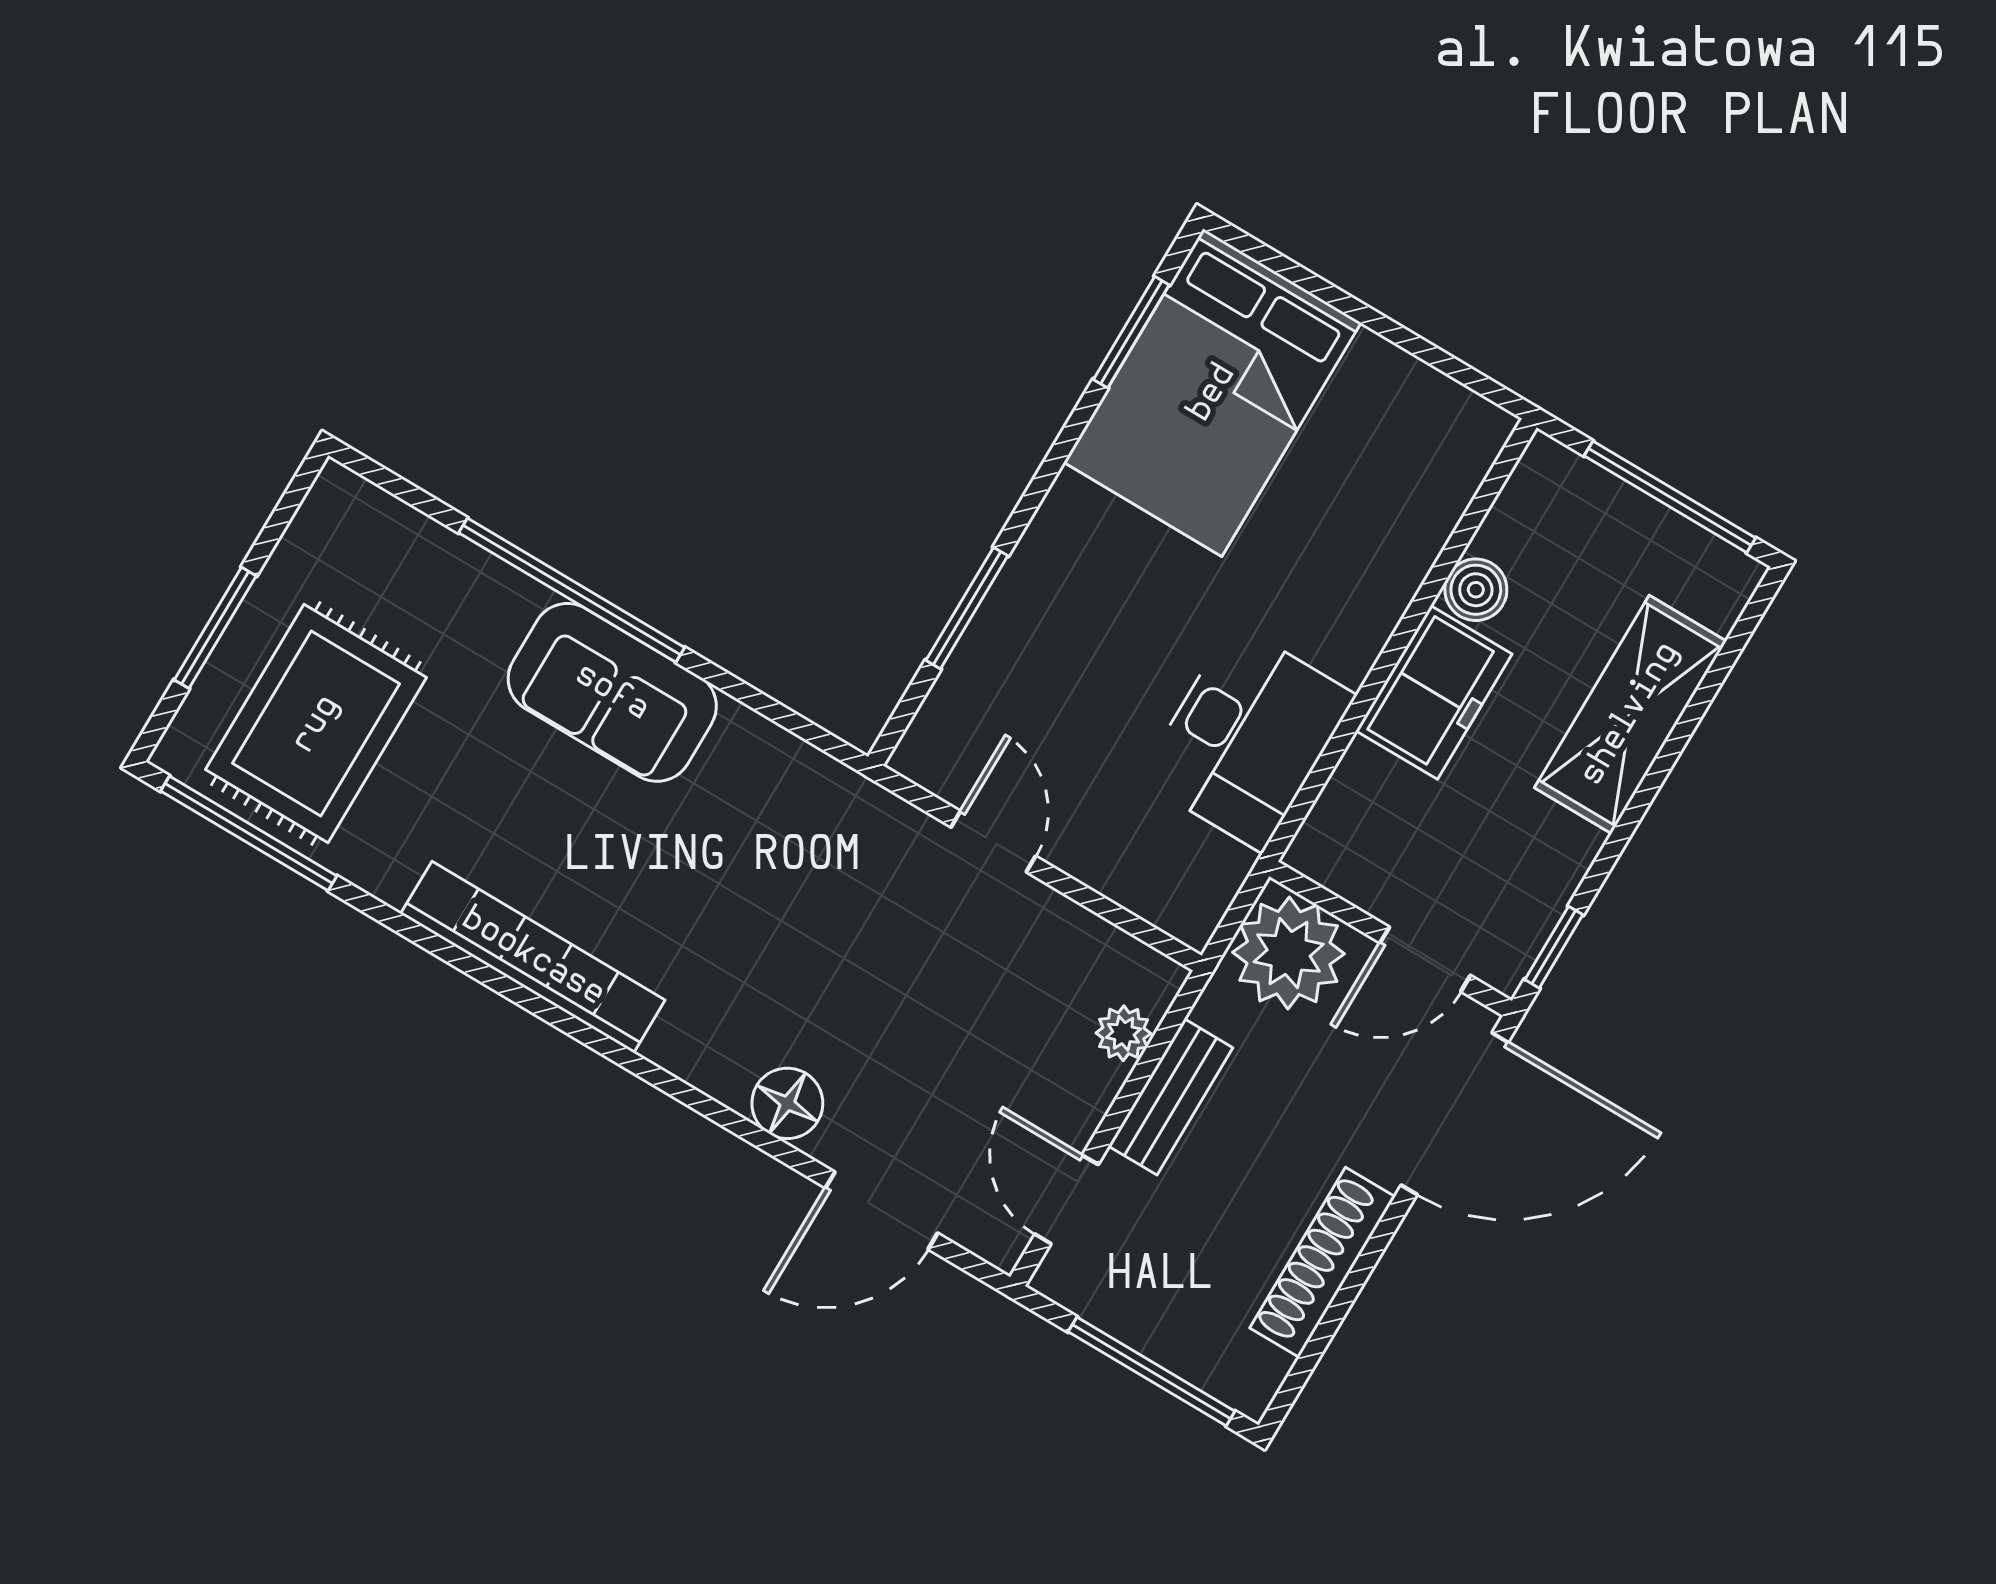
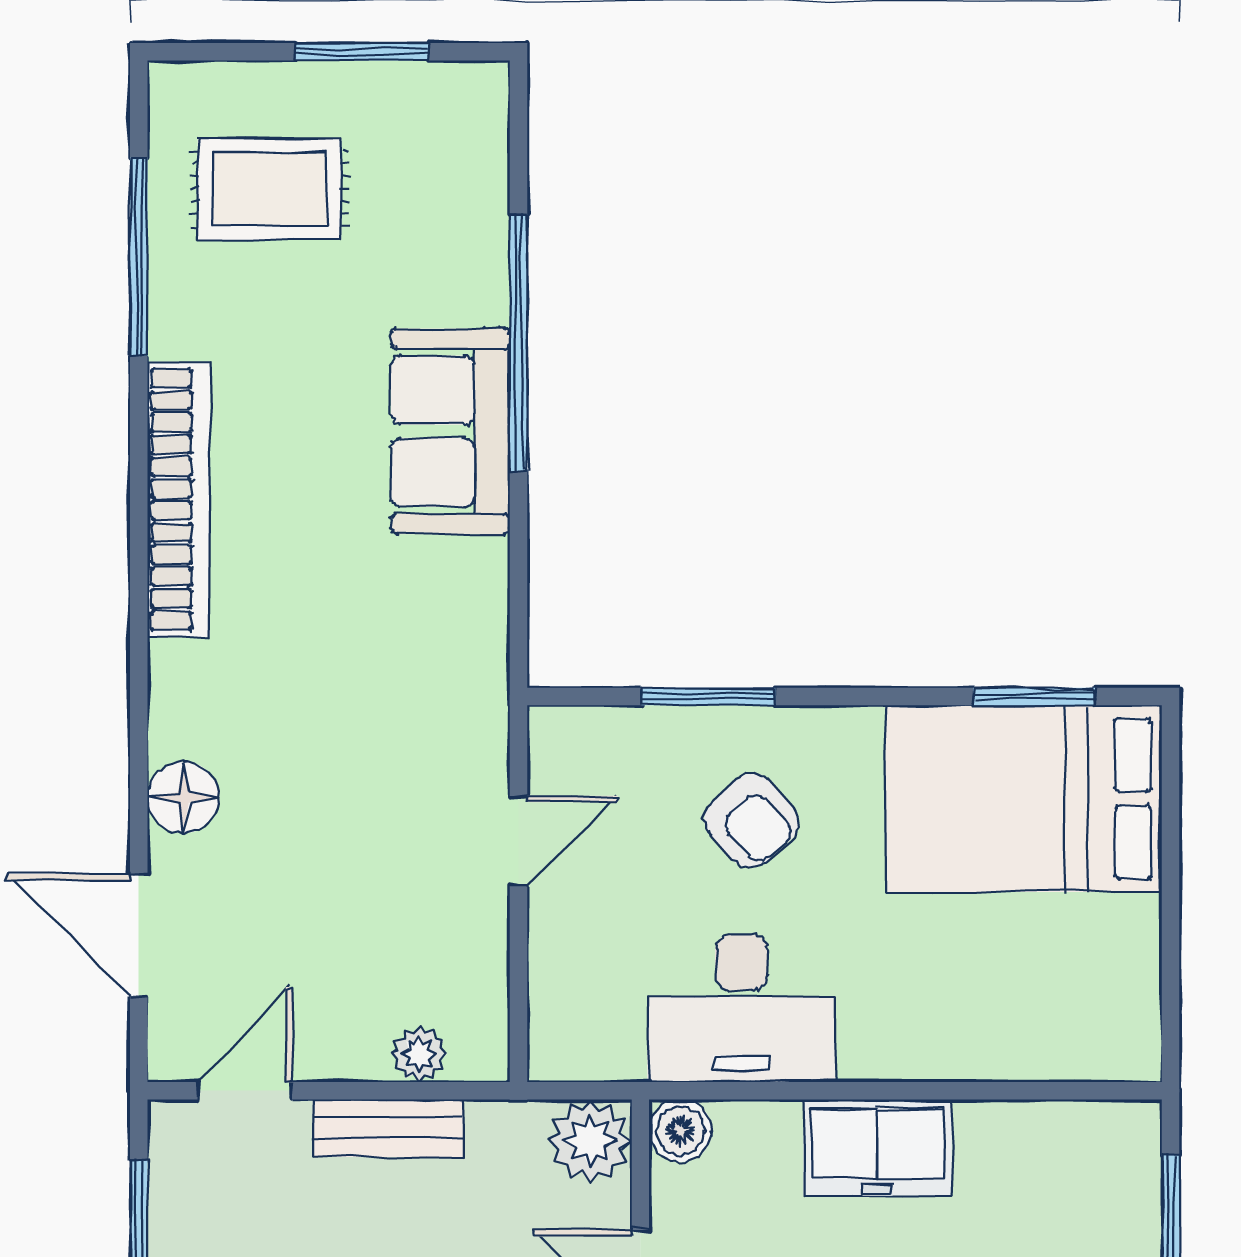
boiler: (1476, 590) -> (680, 1131), moved
window: (215, 628) -> (362, 52), moved
armchair: (1094, 634) -> (752, 821), added
rug: (316, 724) -> (270, 189), width x0.73, depth x0.70
window: (249, 833) -> (139, 257), moved
plant: (1289, 953) -> (590, 1141), width x0.73, depth x0.73

